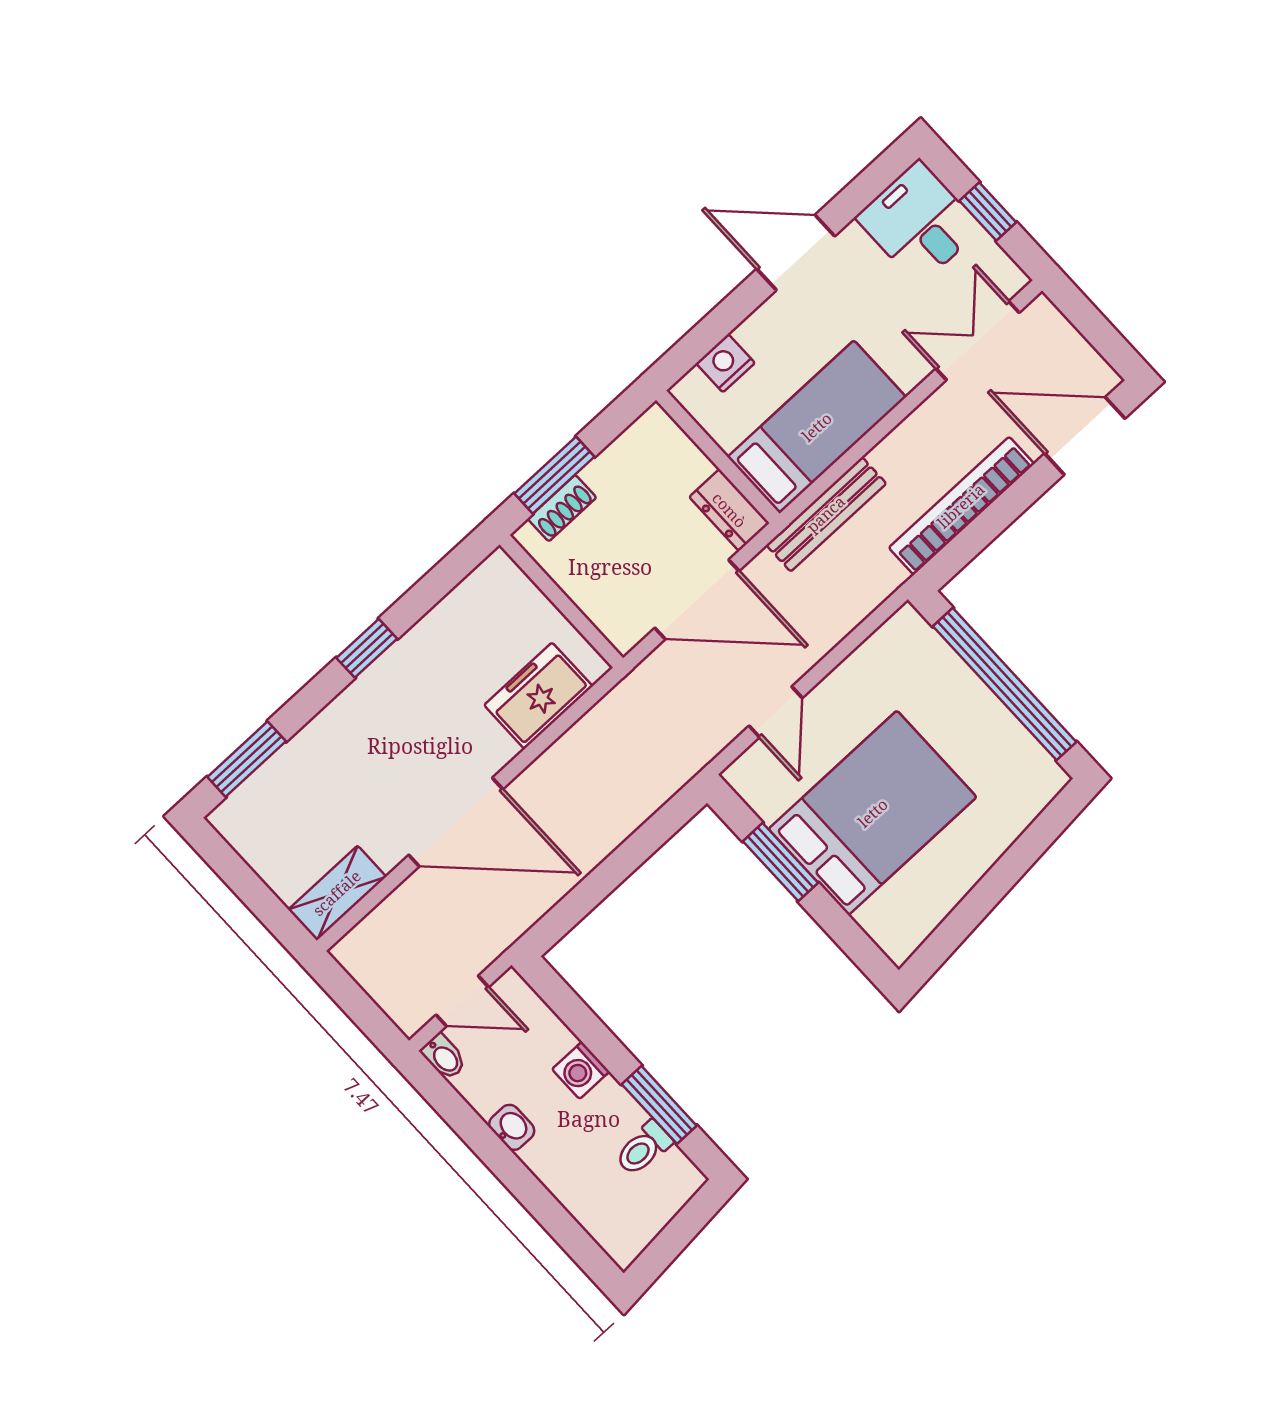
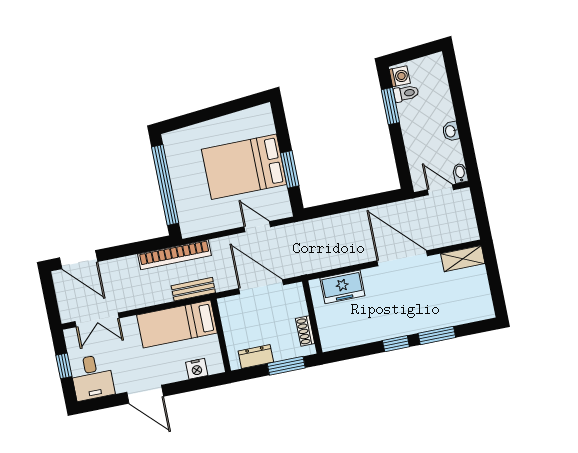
bookcase: (961, 506) -> (175, 255), moved
shoe rack: (562, 508) -> (305, 331), moved, turned -90
dresser: (729, 510) -> (256, 357), moved, turned -90
bench: (826, 514) -> (193, 289), width x0.73
door: (776, 712) -> (257, 227), hinge flipped
window: (247, 759) -> (437, 335), moved
washing machine: (581, 1070) -> (400, 76), moved

